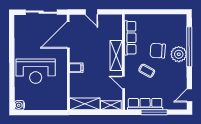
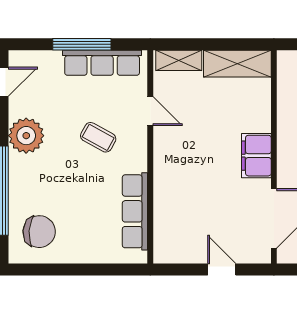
chair: (158, 51) -> (39, 232), moved
plant: (179, 54) -> (26, 136), moved
shelving: (116, 55) -> (167, 172), removed
filing cabinet: (76, 68) -> (256, 156), width x2.00

